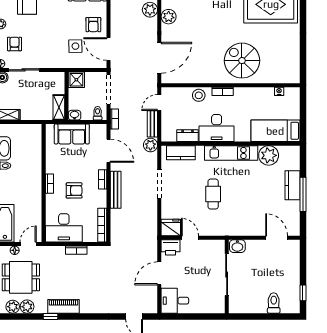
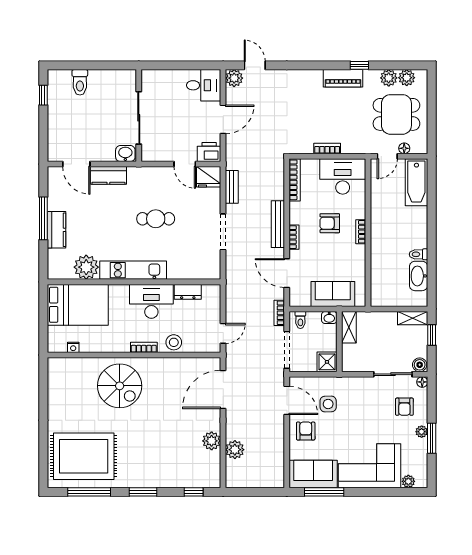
bench: (152, 124) -> (232, 187), moved
bed: (275, 131) -> (78, 305), width x1.50
plant: (150, 145) -> (234, 78), moved
kitchen counter: (181, 153) -> (108, 175), moved, turned 180
cafe table: (213, 194) -> (156, 219), turned 90

